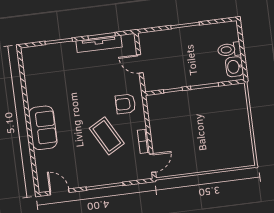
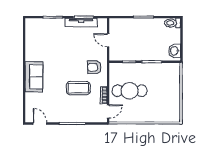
toilet: (229, 49) -> (172, 23), moved
cafe table: (179, 131) -> (130, 91), added
coffee table: (107, 136) -> (78, 88), turned -61

